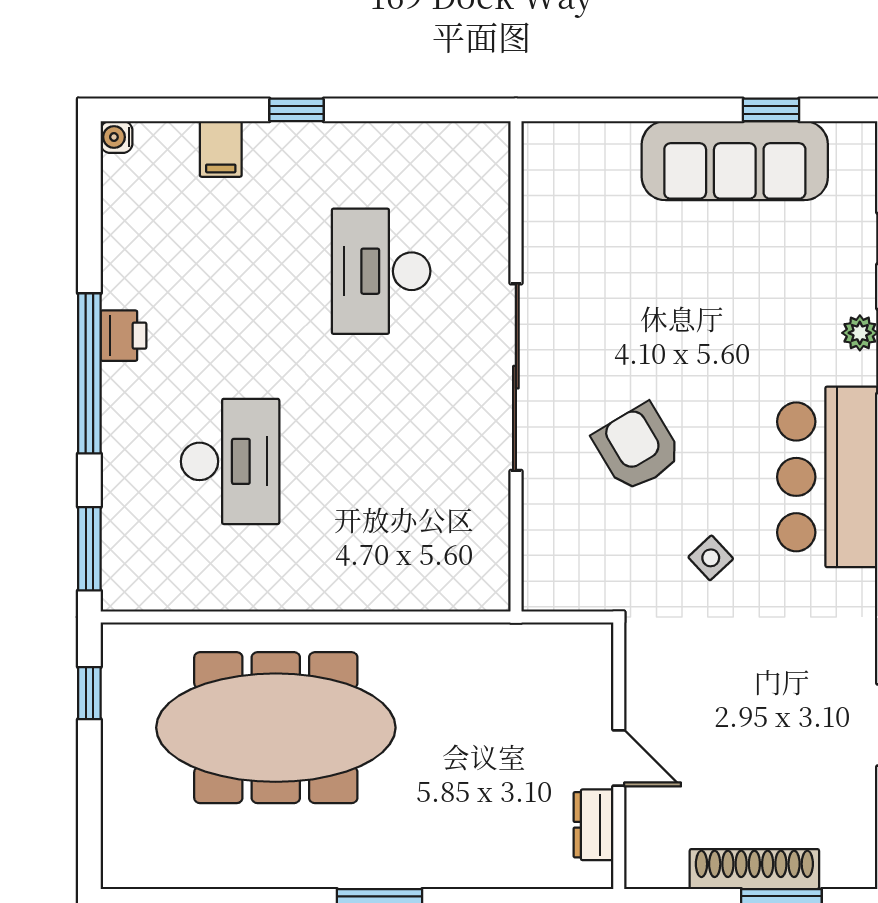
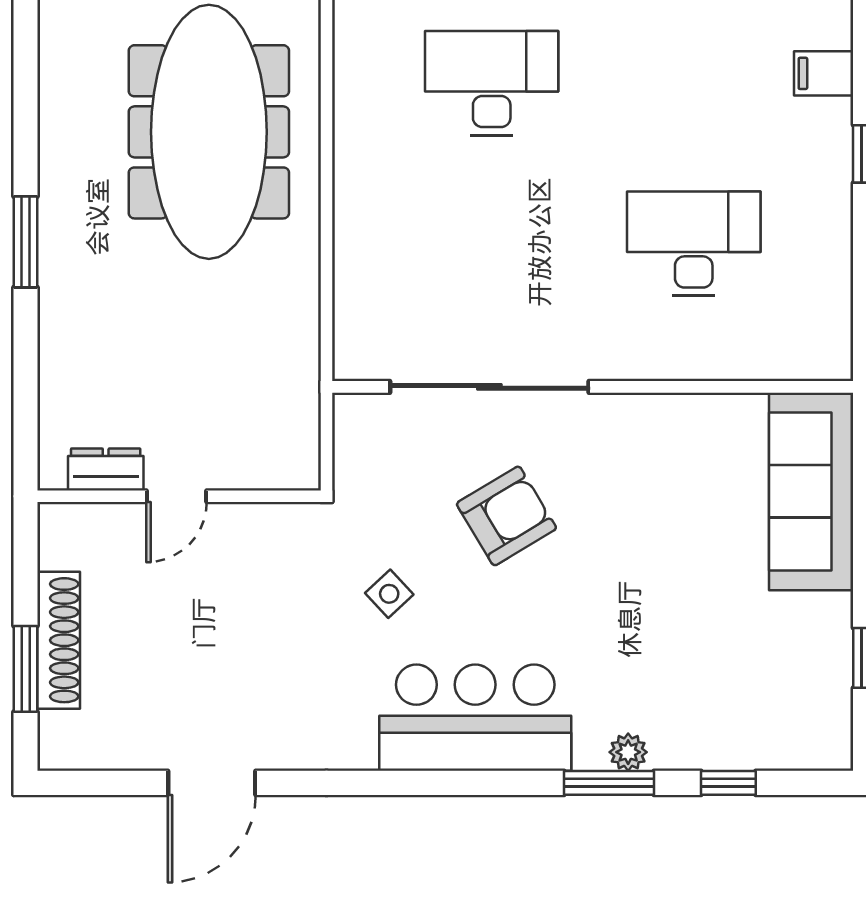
sofa: (735, 161) -> (811, 492), moved
sliding door: (516, 377) -> (489, 387), moved
desk: (230, 461) -> (492, 83), turned 180

